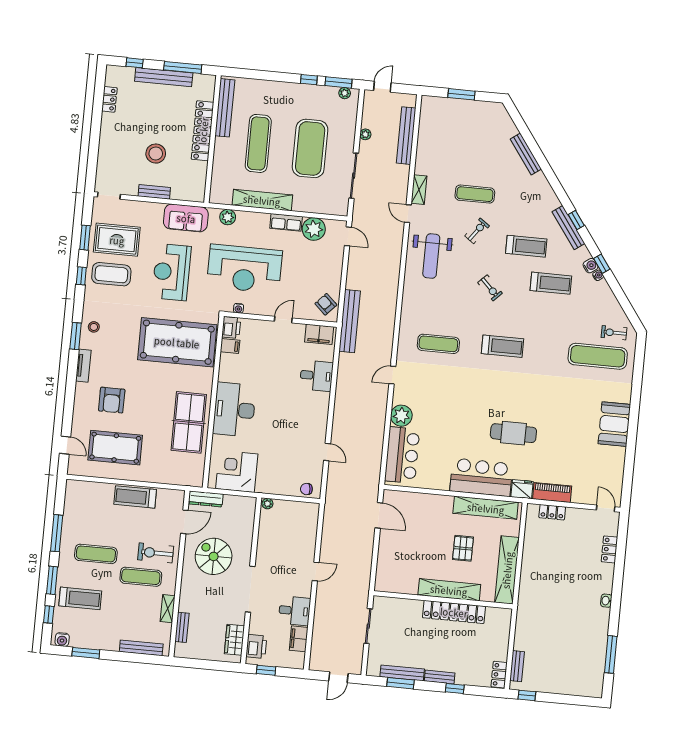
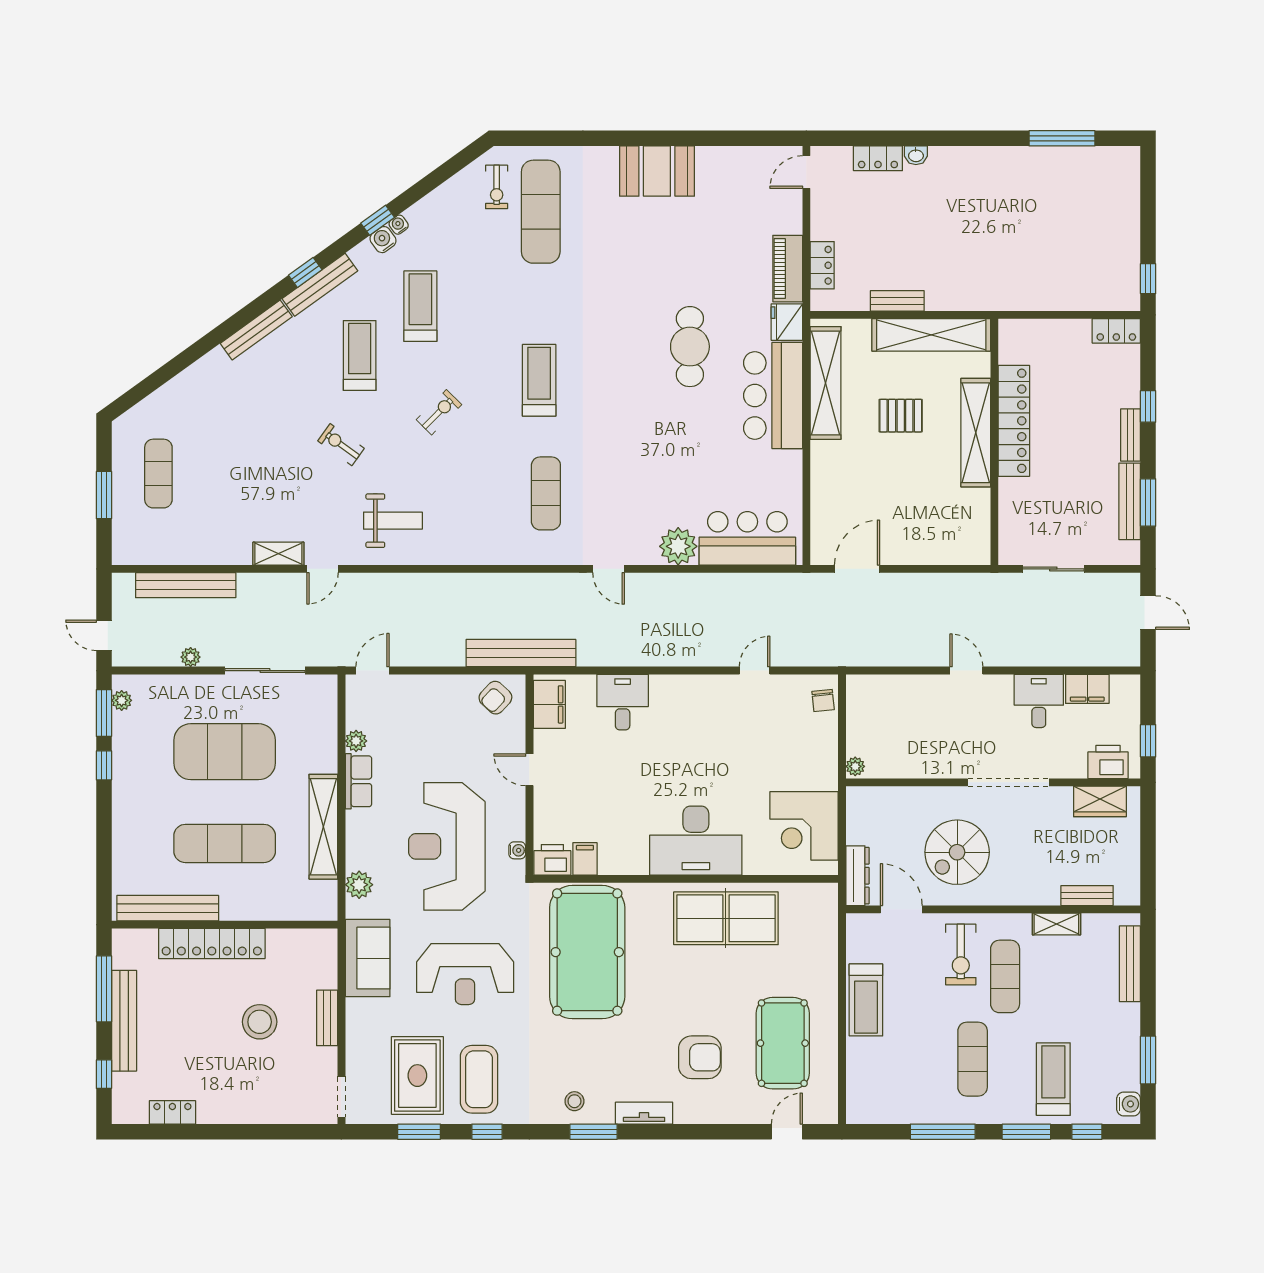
bench: (526, 154) -> (256, 330), moved
exercise mat: (475, 194) -> (158, 474), moved
plant: (314, 229) -> (356, 741), width x0.53, depth x0.53
weight bench: (431, 256) -> (393, 521), width x0.73, depth x0.75
reception desk: (245, 269) -> (447, 846), turned 180
washbasin: (606, 601) -> (916, 155), moved
bench: (517, 666) -> (897, 301), moved

